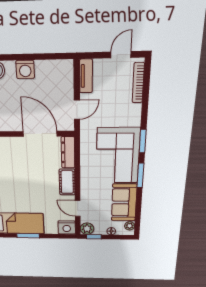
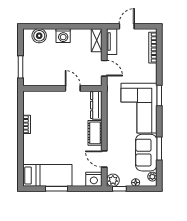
door: (121, 55) -> (127, 26), moved
shelving: (67, 75) -> (97, 40), added
door: (77, 110) -> (104, 68), hinge flipped
door: (40, 134) -> (73, 88), width x0.53
window: (140, 175) -> (159, 149), moved

